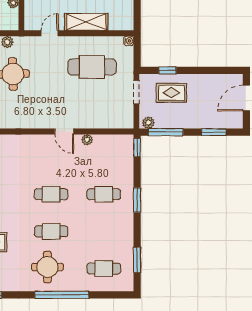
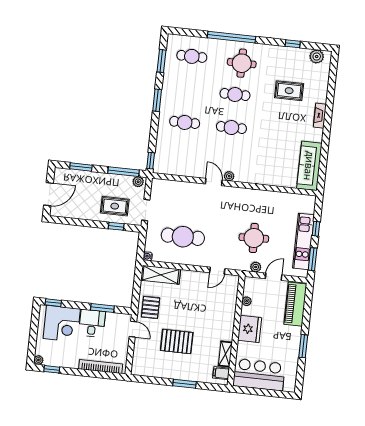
shelving: (86, 22) -> (161, 275), moved
plant: (87, 140) -> (229, 176), moved
window: (137, 200) -> (157, 100), moved

